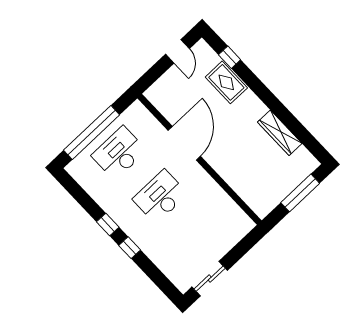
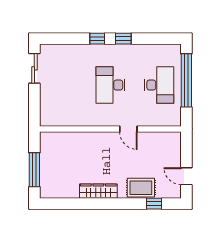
wardrobe: (280, 133) -> (98, 191), moved
door: (184, 143) -> (128, 129), width x0.53
desk: (160, 197) -> (110, 85), turned 180

